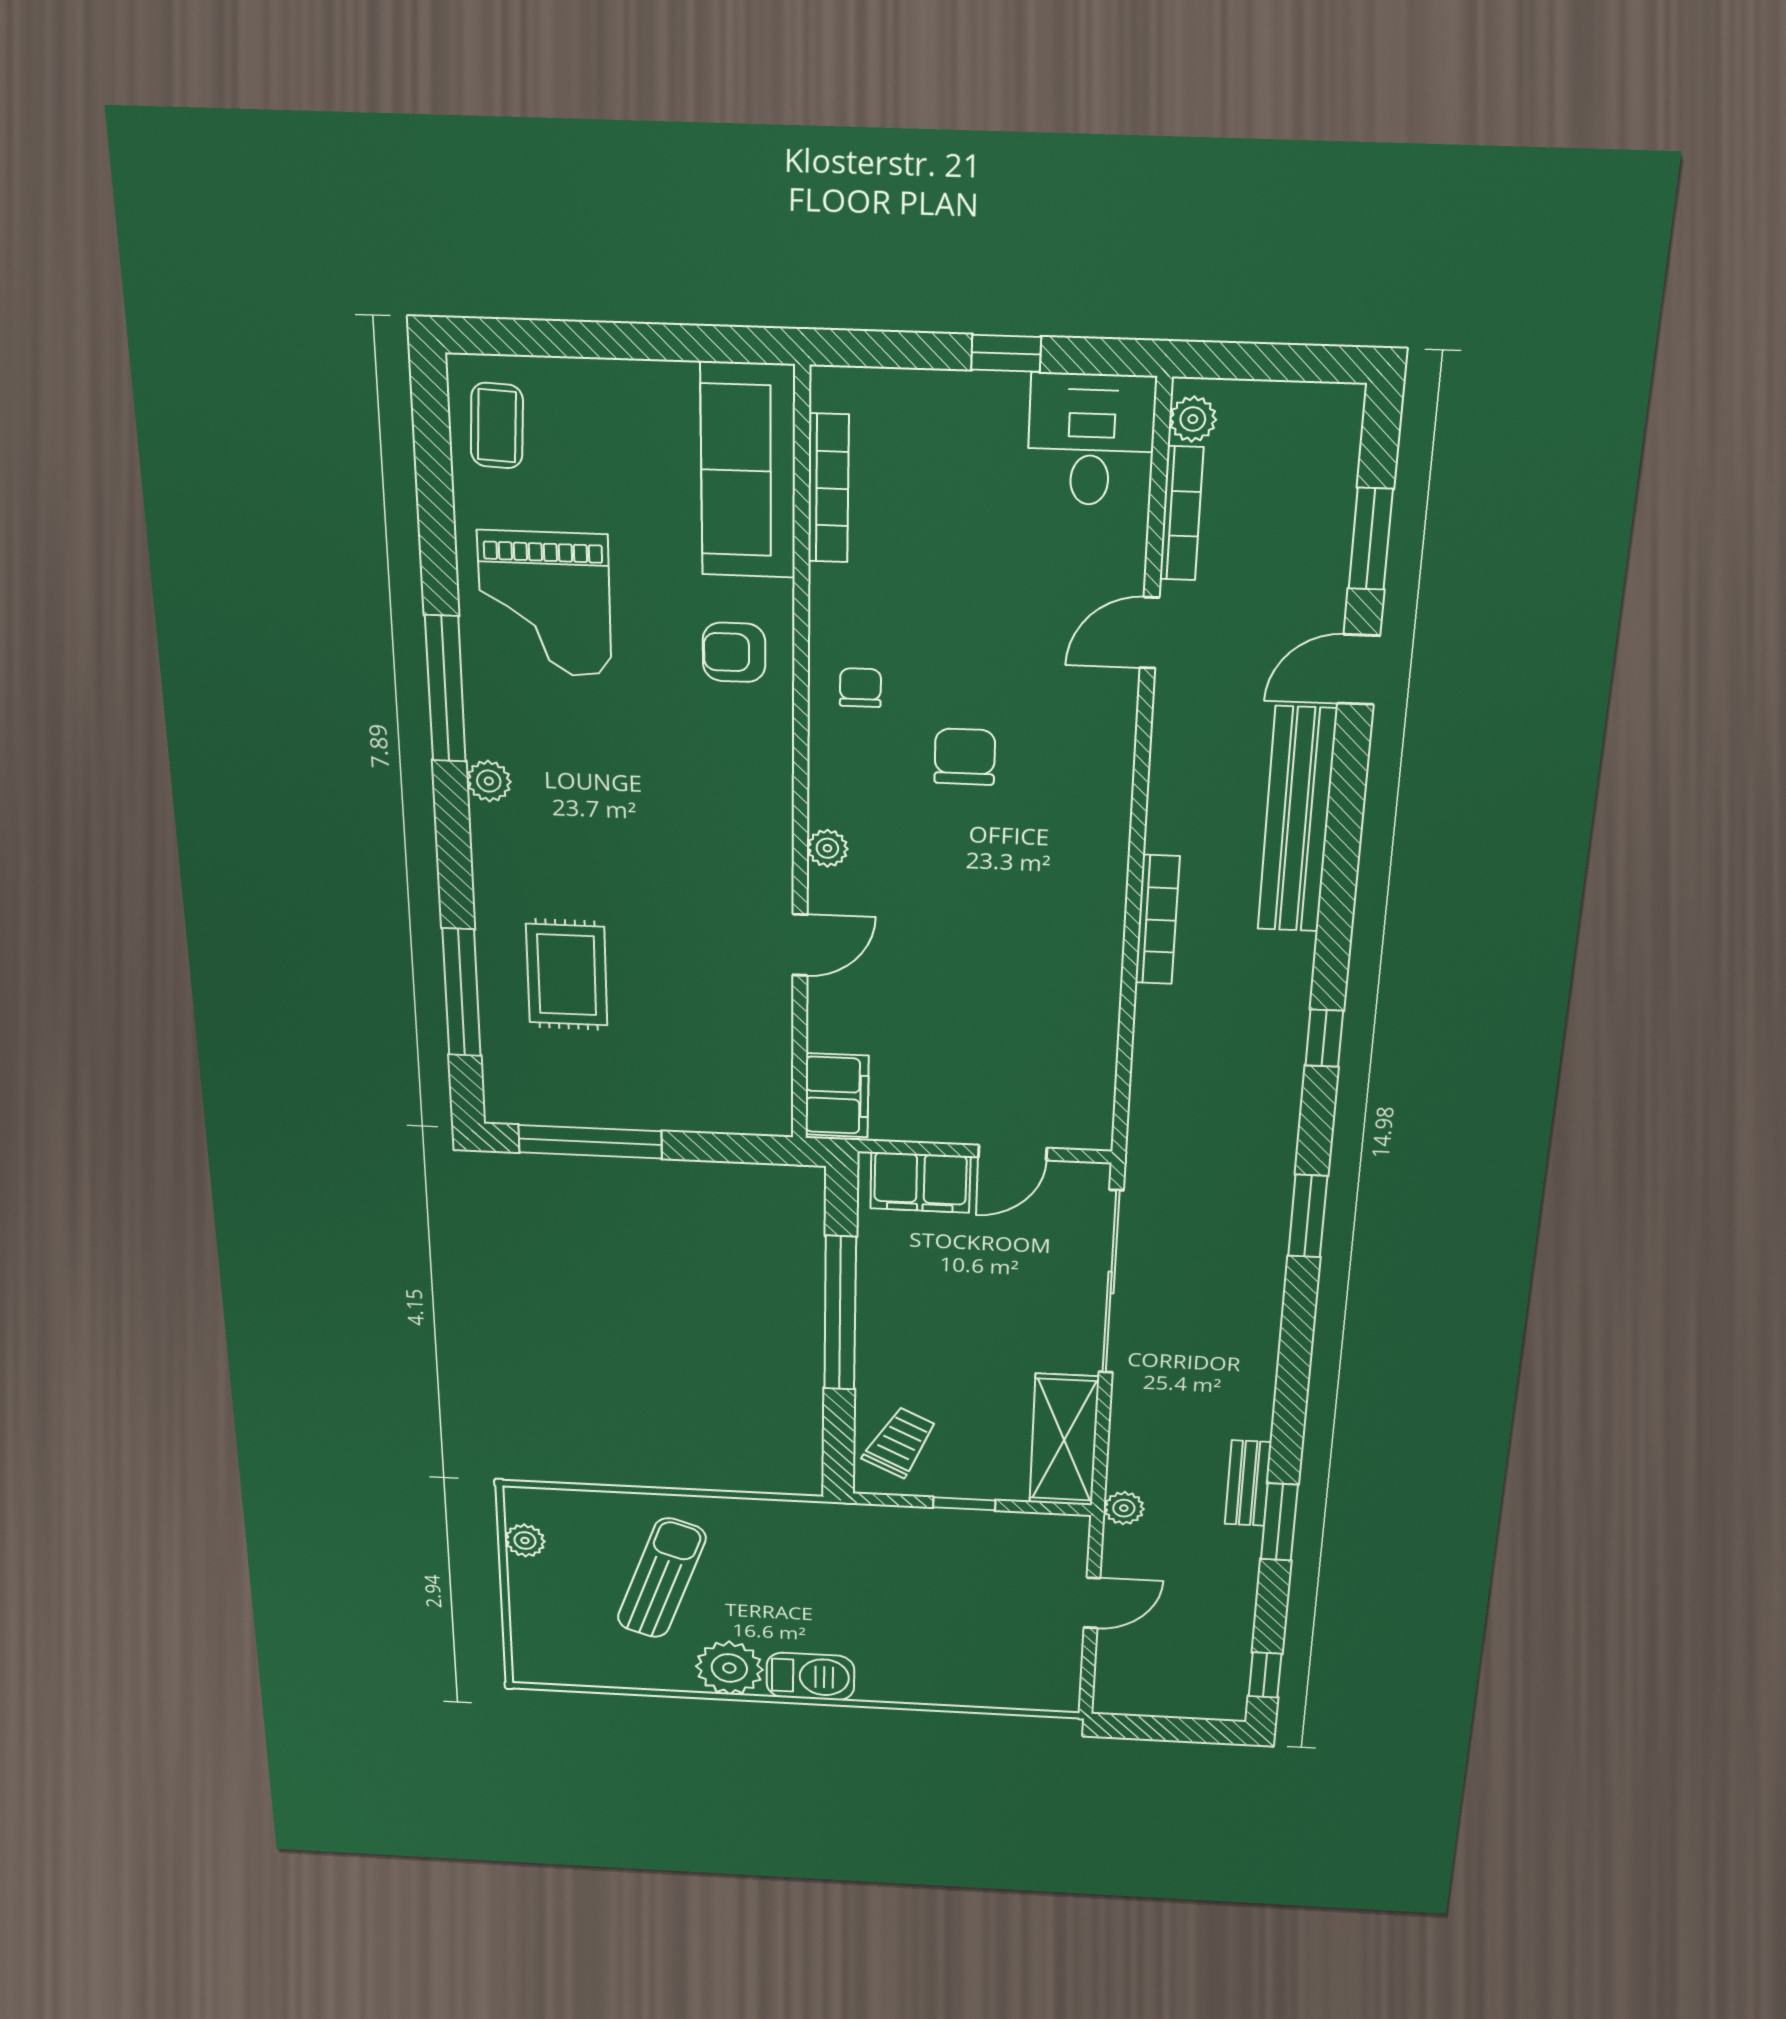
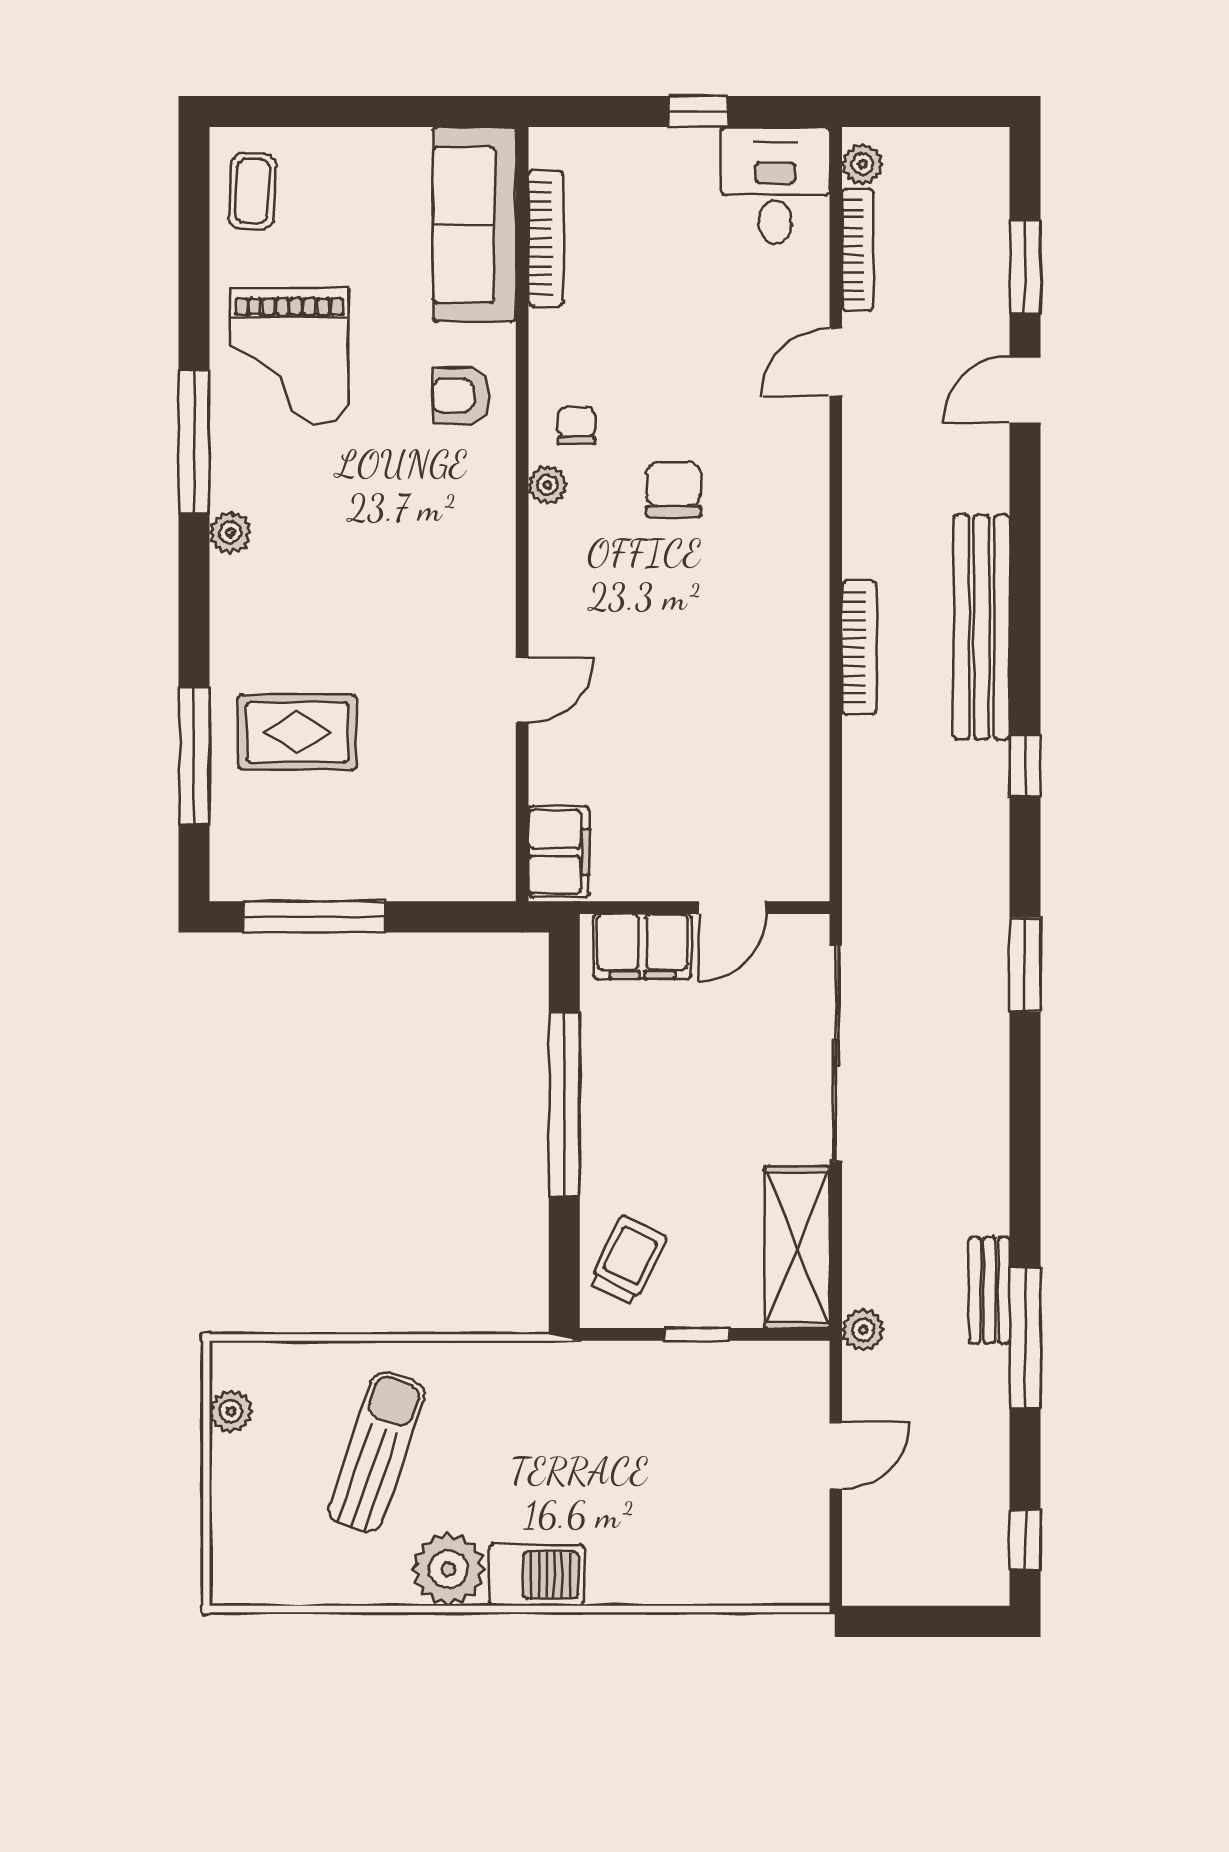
bench: (1297, 820) -> (982, 627), moved
plant: (827, 848) -> (547, 485), moved
rug: (567, 975) -> (297, 732), turned 90
window: (1279, 1522) -> (1025, 1338), width x1.44

